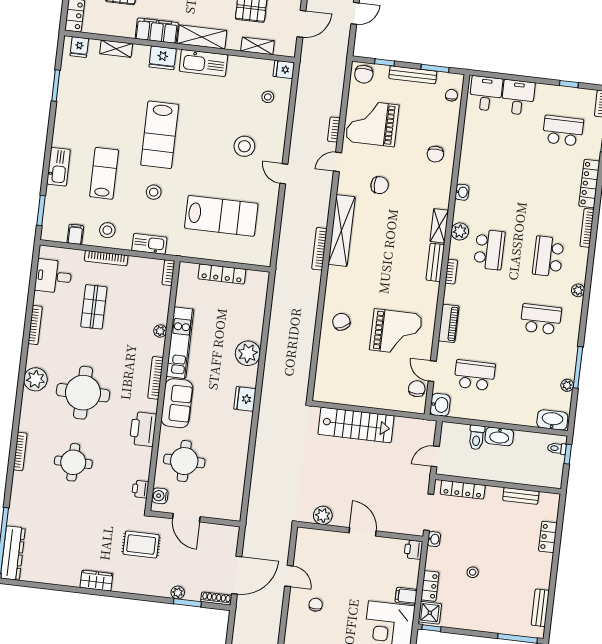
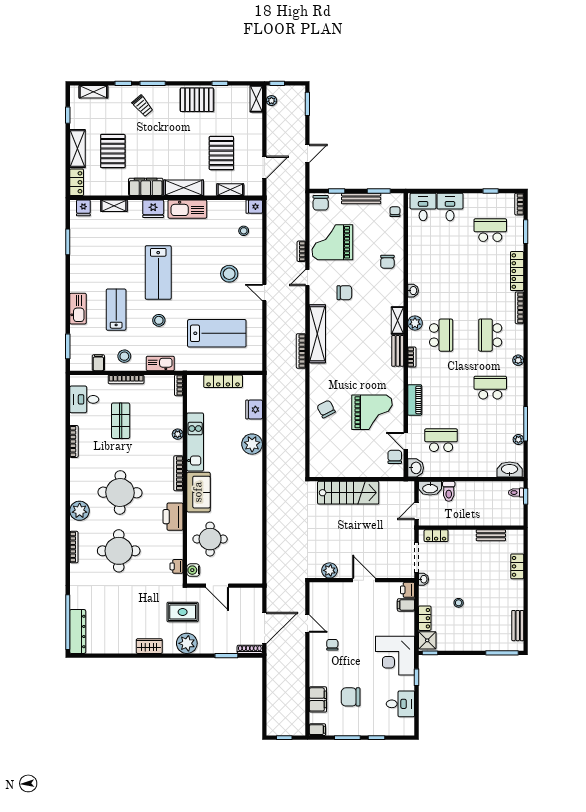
plant: (35, 379) -> (80, 511), moved
fridge: (245, 399) -> (254, 409), moved
washbasin: (499, 436) -> (430, 488), moved
round table: (73, 462) -> (119, 551), width x1.36, depth x1.36
locker: (463, 490) -> (436, 536), width x0.66
plant: (178, 593) -> (187, 643), moved, width x1.87, depth x1.87
filing cabinet: (406, 596) -> (406, 605), moved

